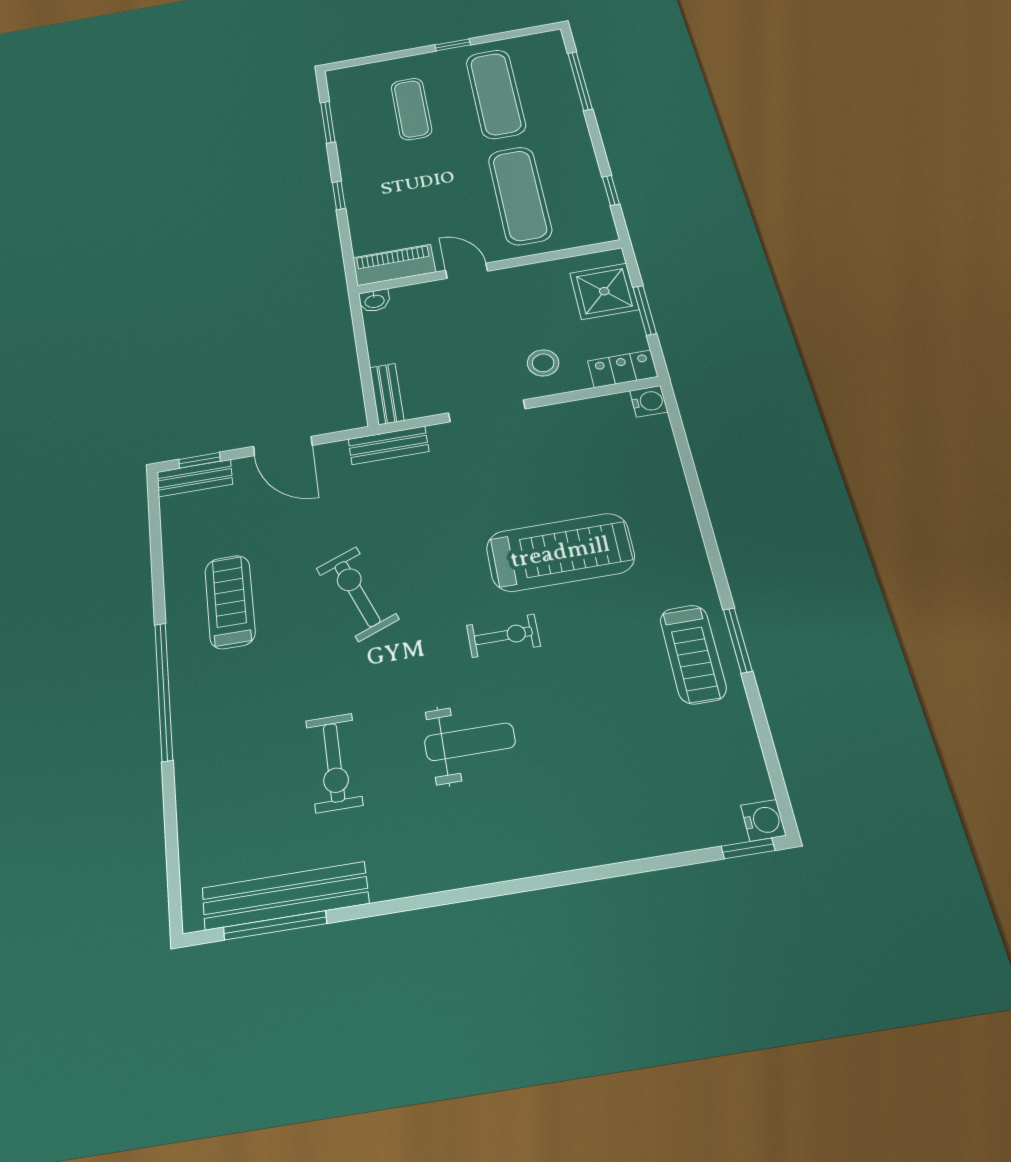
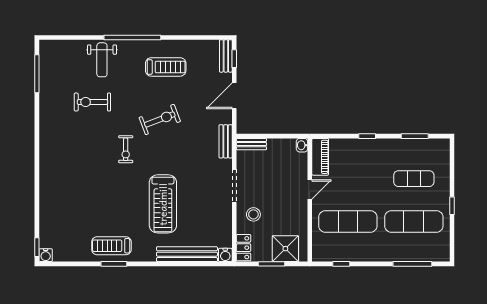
exercise bike: (503, 636) -> (126, 149), moved
weight bench: (470, 742) -> (102, 60), moved
bench: (285, 896) -> (187, 254), moved, turned 90

